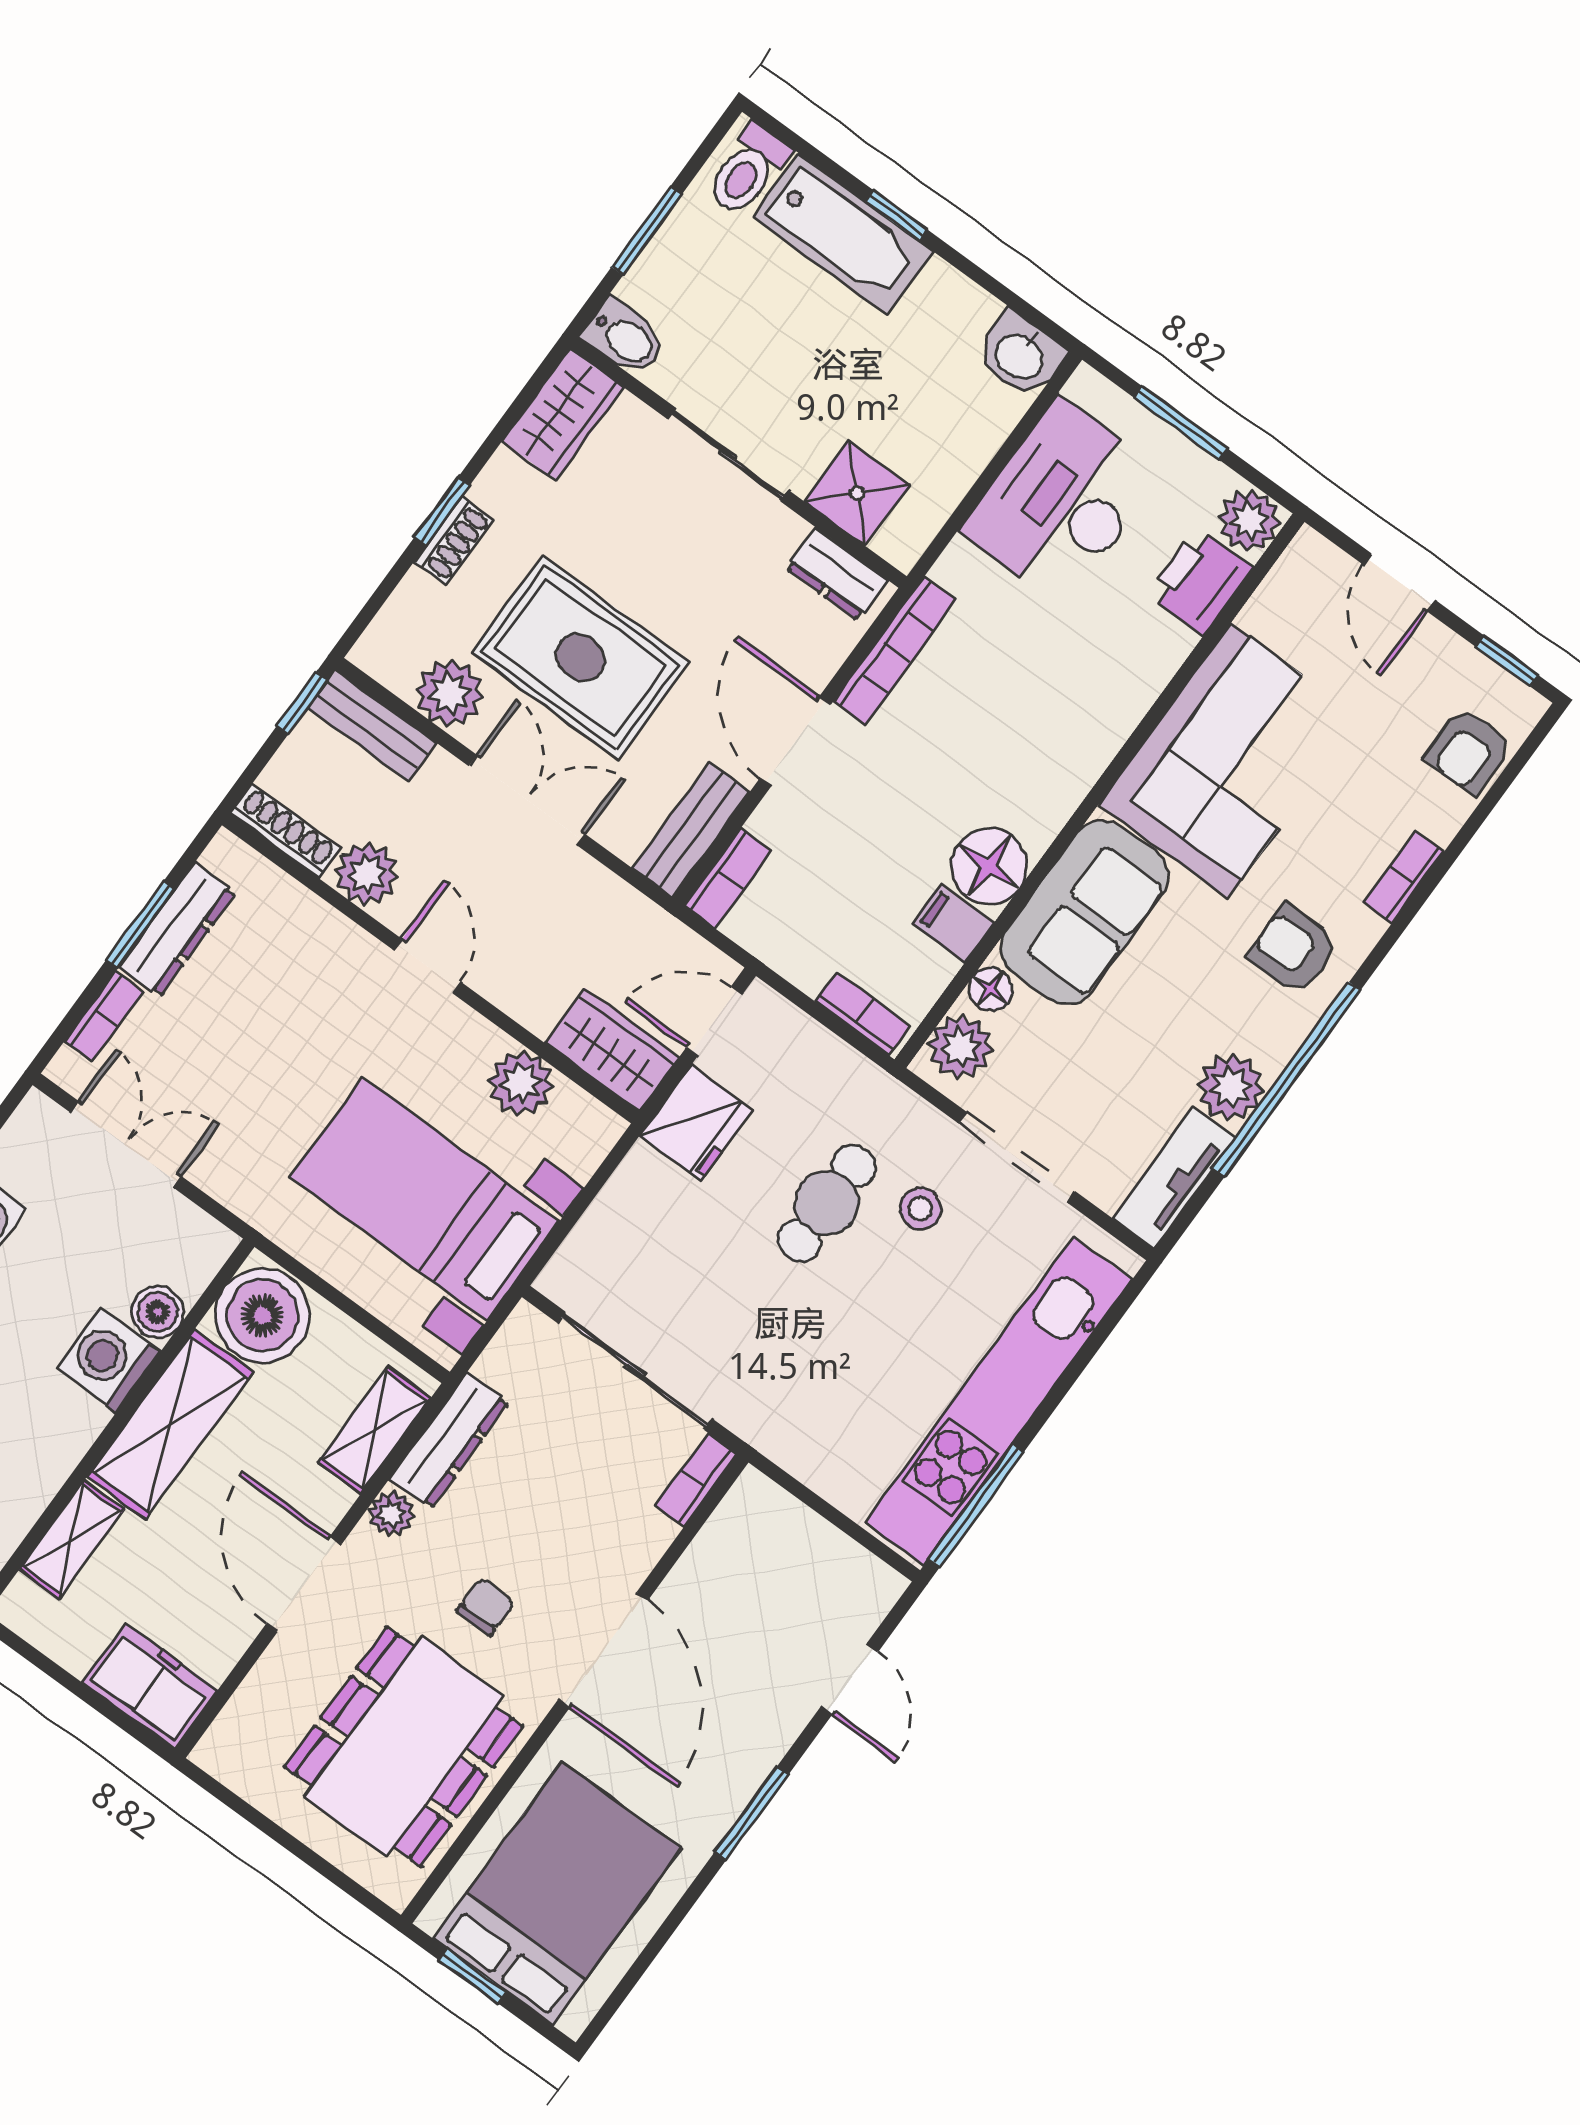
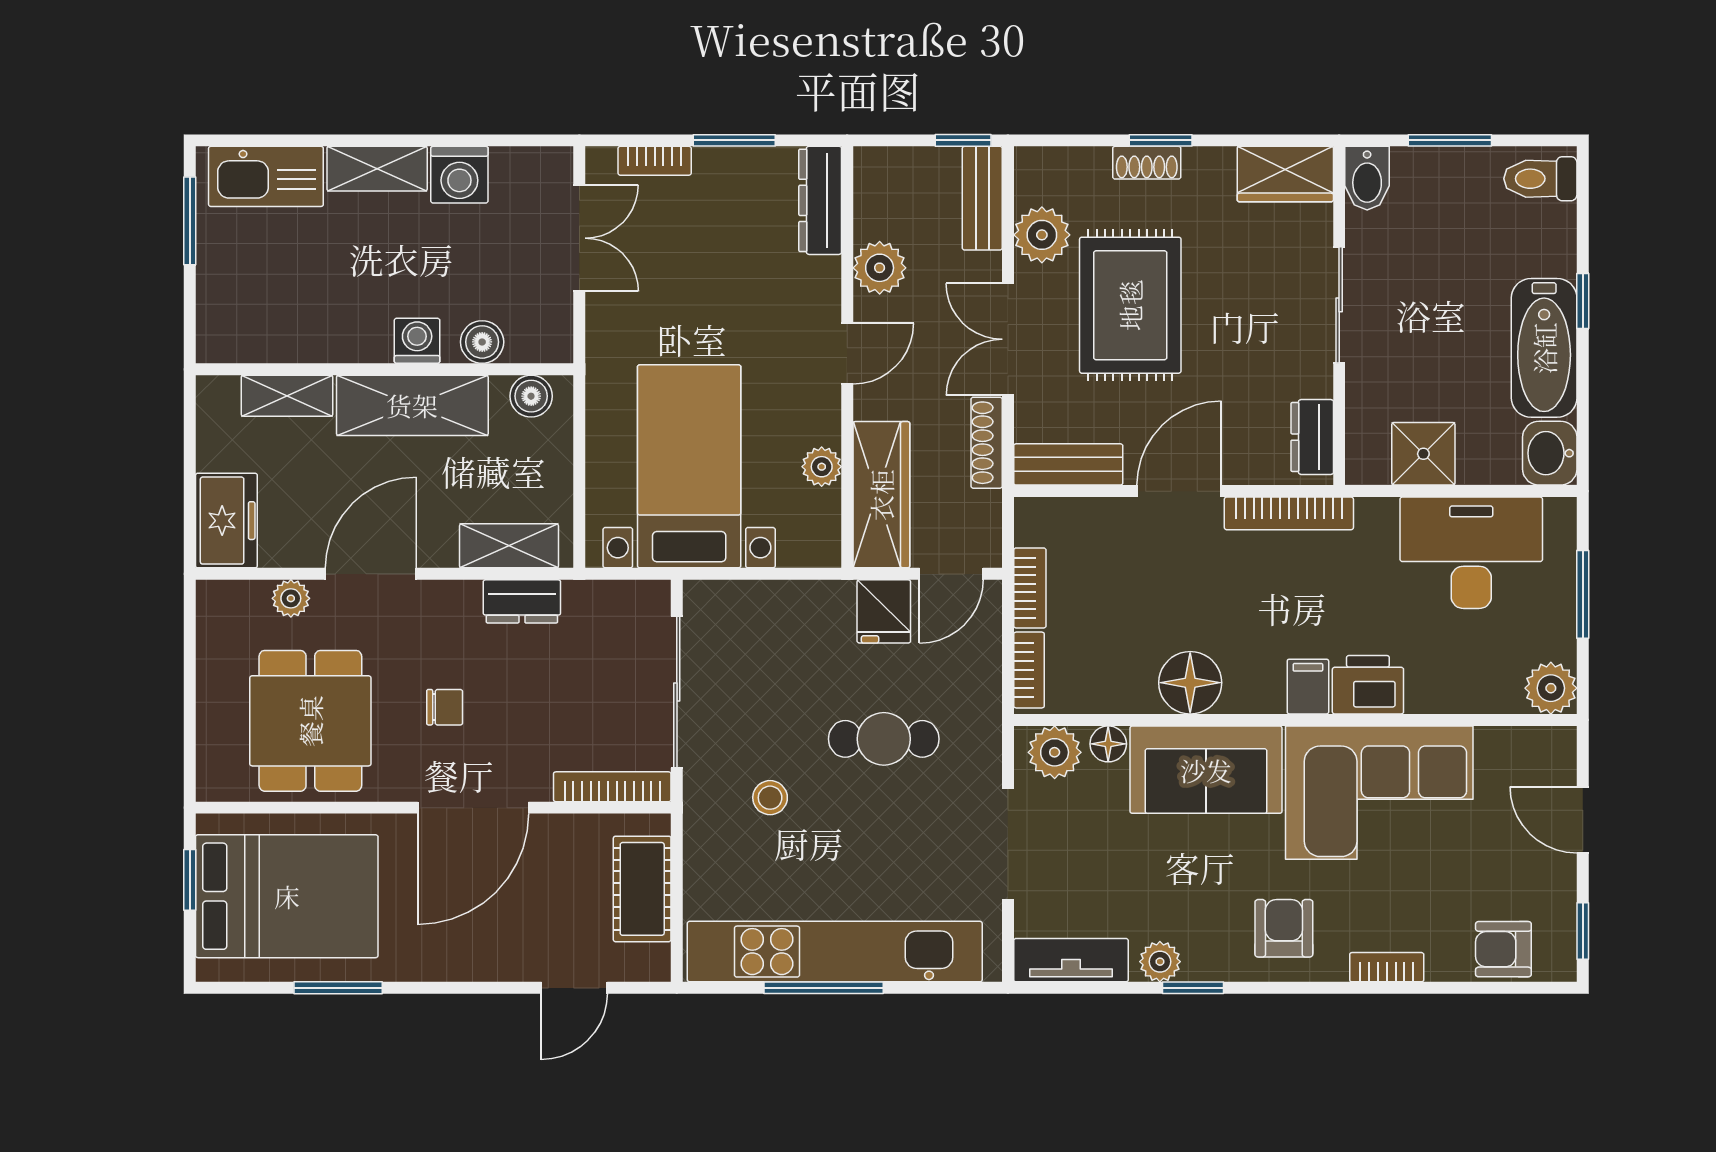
bathtub: (843, 234) -> (1544, 348), moved
shower: (857, 493) -> (1423, 454), moved
printer: (1200, 581) -> (1368, 685), moved
door: (1400, 583) -> (1583, 820), hinge flipped
double door: (527, 800) -> (1008, 339), swing flipped
shoe rack: (285, 831) -> (987, 443), moved, turned 180
bookcase: (728, 878) -> (1030, 588), moved, turned -90
filing cabinet: (953, 923) -> (1308, 687), moved
dresser: (177, 930) -> (820, 200), moved, turned 90
door: (714, 1021) -> (951, 574), swing flipped
wardrobe: (612, 1050) -> (881, 495), width x1.50
window: (1287, 1079) -> (1193, 988), width x0.32
plant: (521, 1083) -> (822, 467), width x0.73, depth x0.73
plant: (1231, 1087) -> (1160, 962), width x0.73, depth x0.73
fridge: (696, 1123) -> (884, 611), width x0.72
stool: (920, 1209) -> (770, 798), moved
boiler: (262, 1316) -> (531, 396), width x0.54, depth x0.54
washing machine: (108, 1360) -> (417, 341), width x0.73, depth x0.73
dresser: (449, 1440) -> (522, 601), width x0.70
bookcase: (696, 1480) -> (612, 787), width x1.56
window: (976, 1506) -> (824, 988), moved
plant: (391, 1514) -> (291, 598), moved
cot: (801, 1544) -> (642, 889), added
dining table: (404, 1746) -> (310, 721), width x0.73
window: (752, 1813) -> (338, 988), moved

